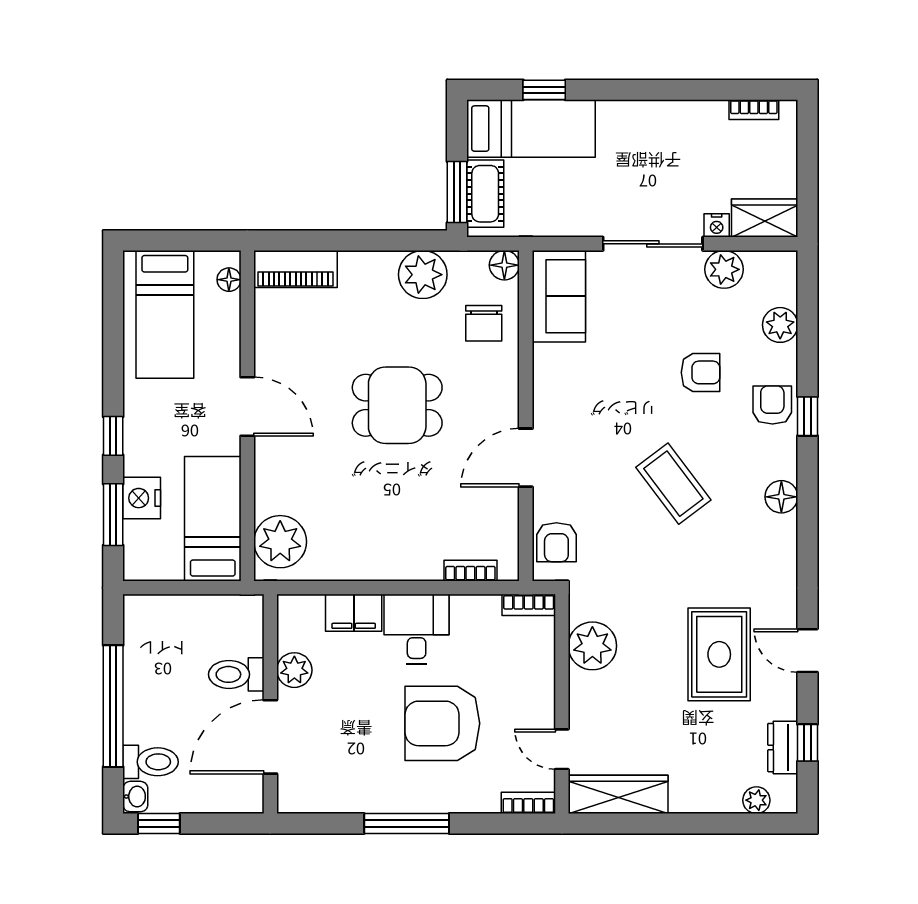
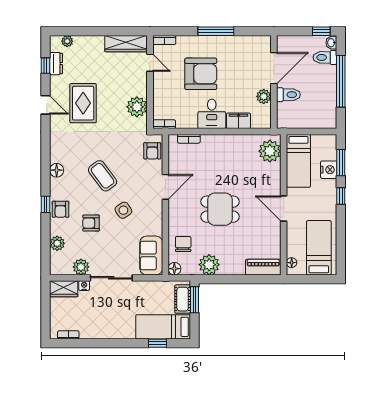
side table: (624, 403) -> (123, 210), added
armchair: (556, 542) -> (152, 151), turned 180

